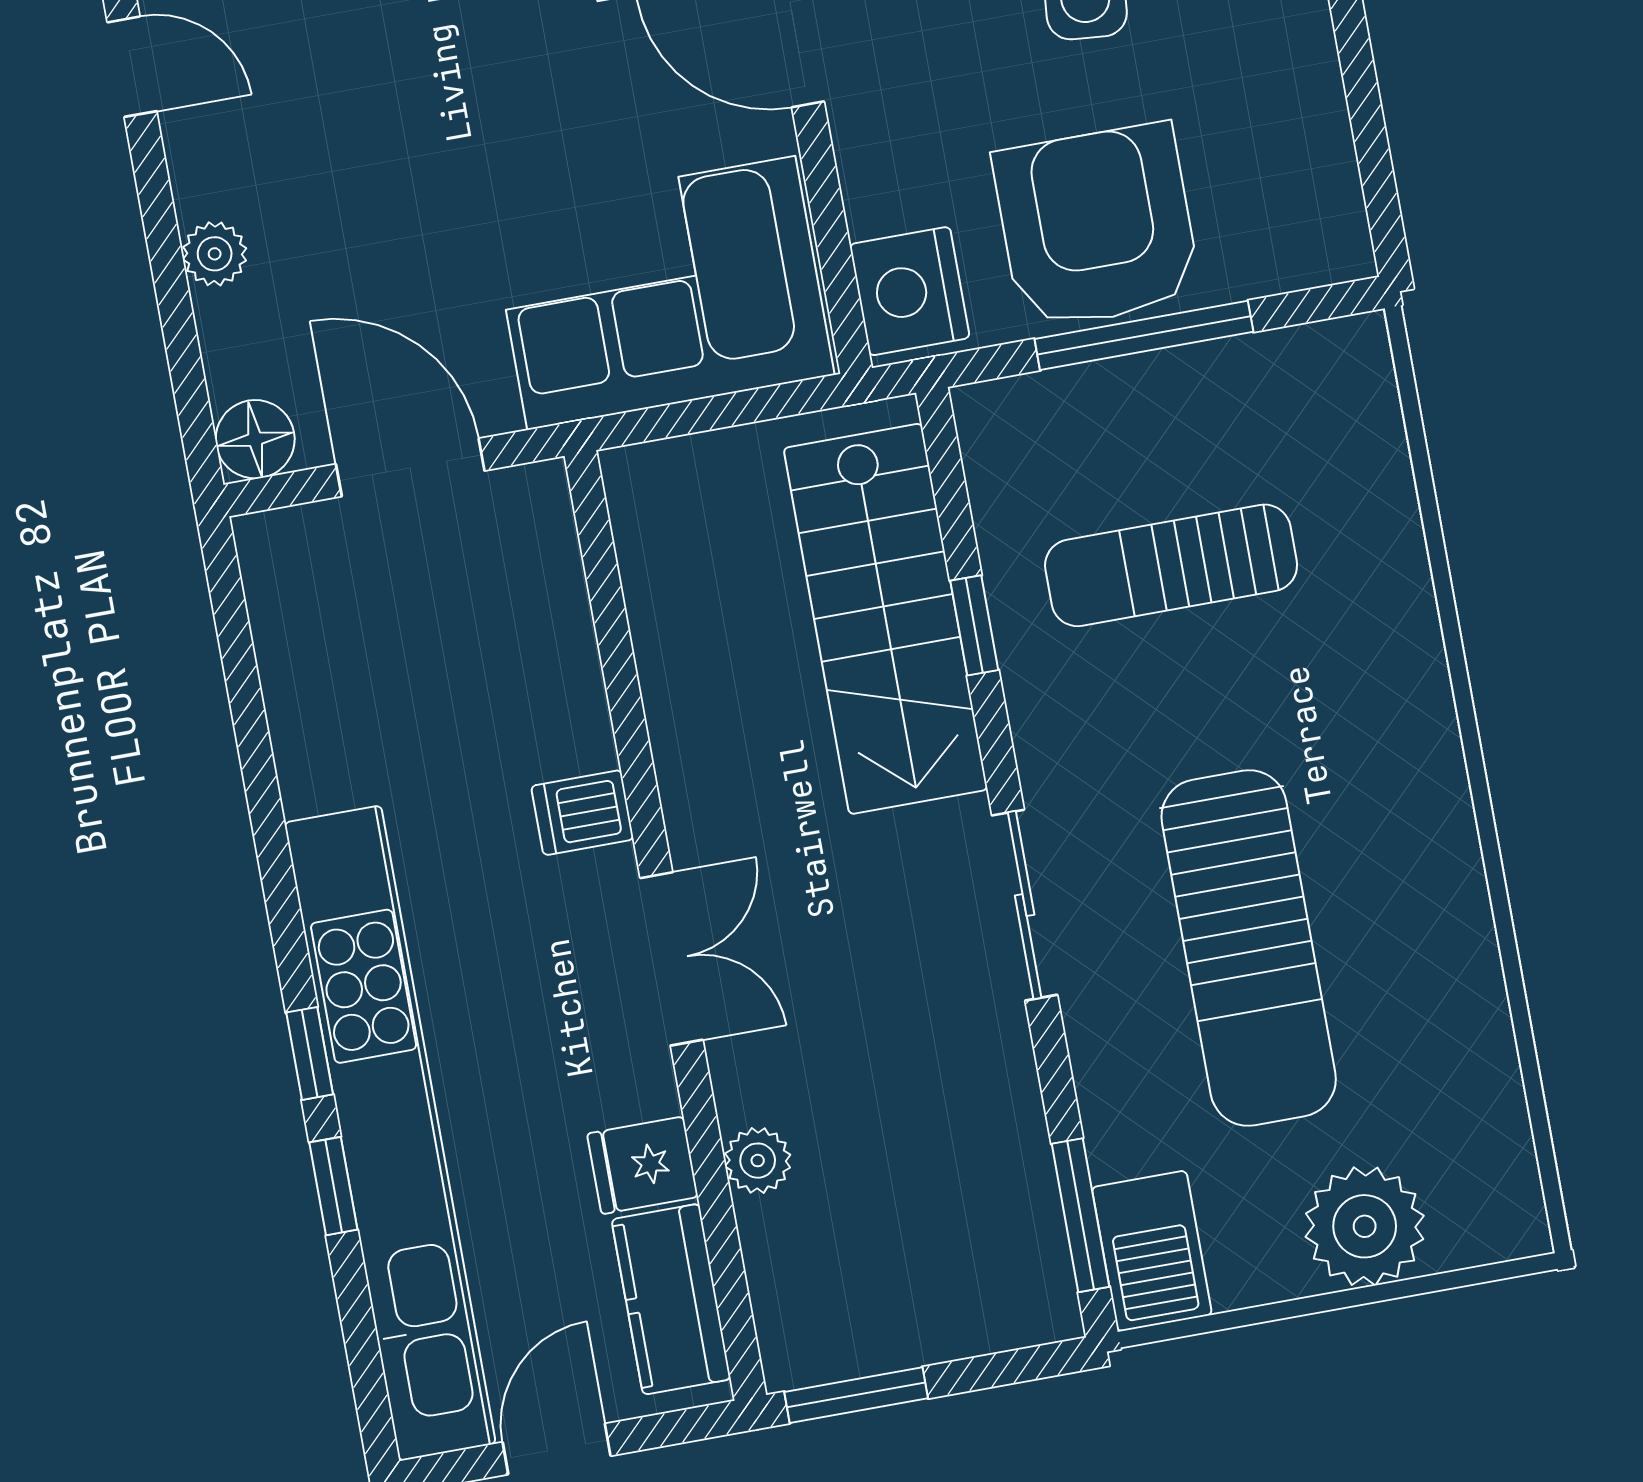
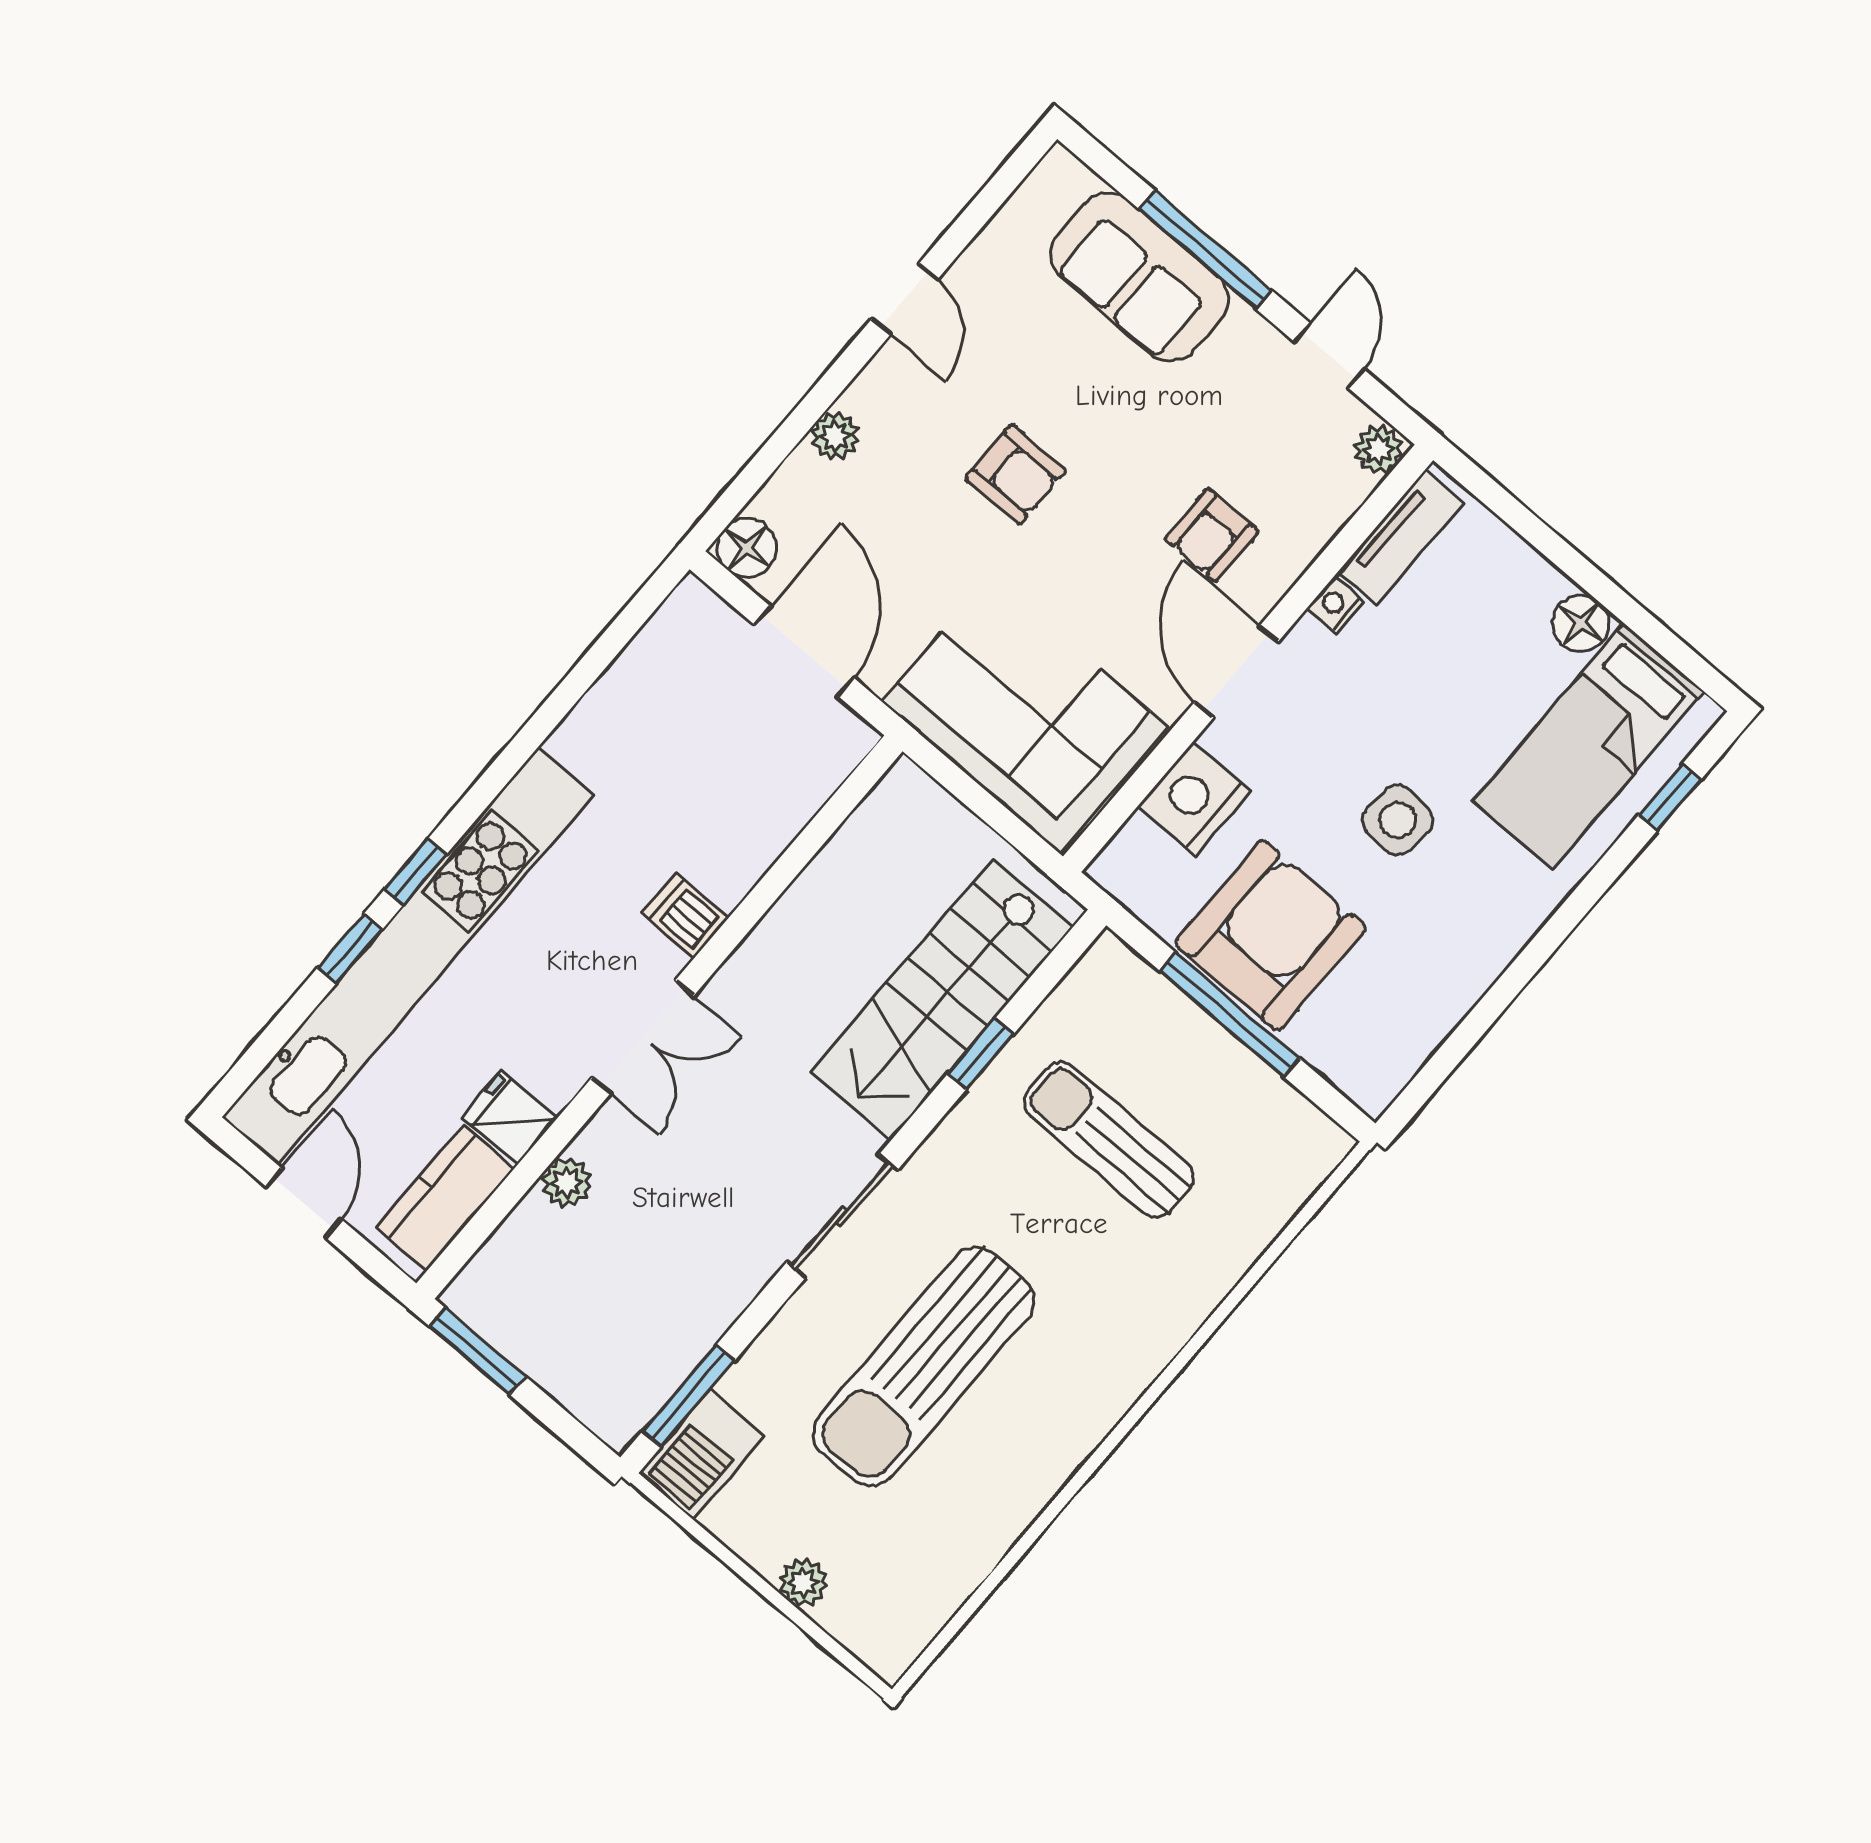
armchair: (406, 100) -> (1016, 474), added
nightstand: (910, 291) -> (1194, 799), moved
plant: (1365, 1226) -> (803, 1582), width x0.53, depth x0.53
door: (557, 1449) -> (304, 1203), hinge flipped

